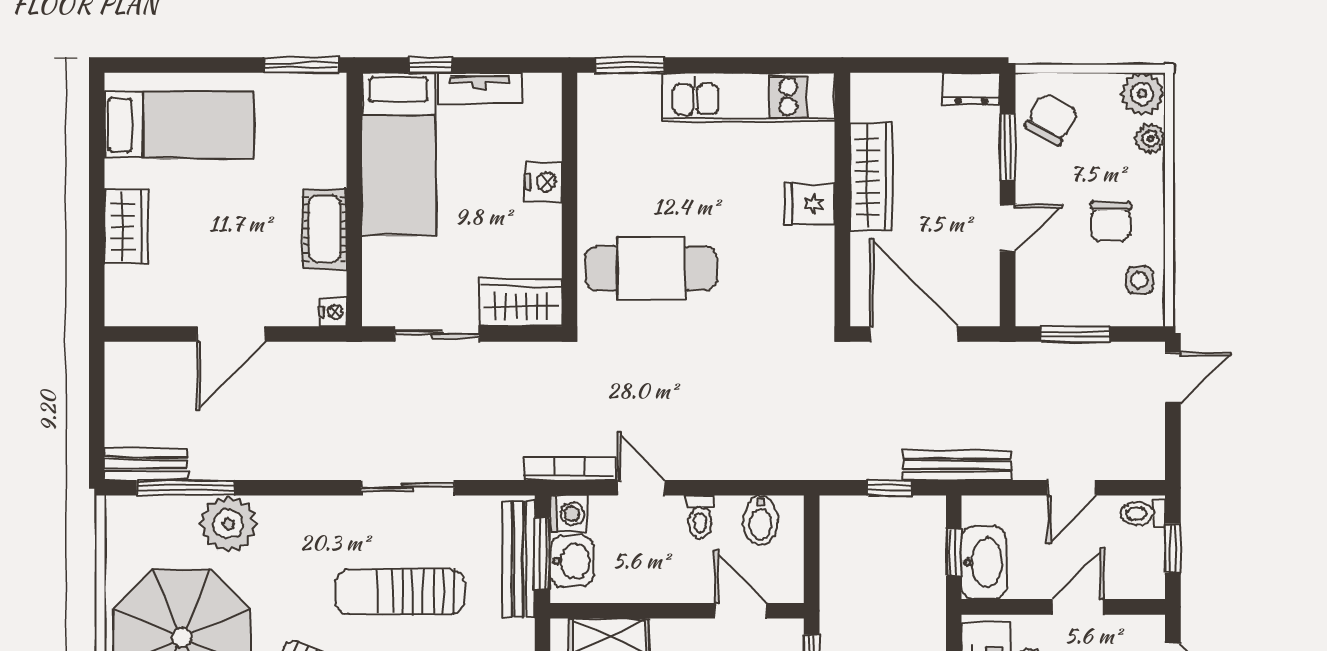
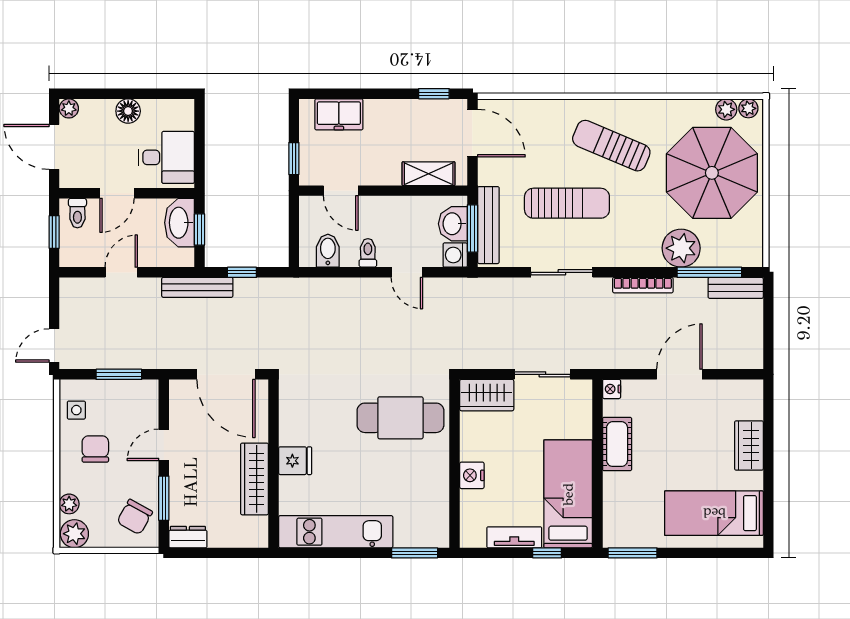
bookcase: (570, 468) -> (643, 285), moved
toilet: (1143, 514) -> (77, 213), moved, turned 90

